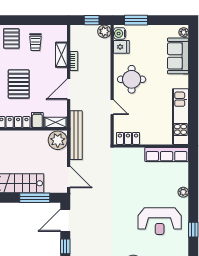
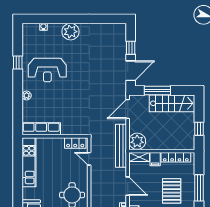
door: (69, 89) -> (128, 186), hinge flipped
door: (112, 107) -> (89, 159), moved
door: (69, 177) -> (128, 109), hinge flipped
reception desk: (160, 221) -> (47, 70), turned 180

